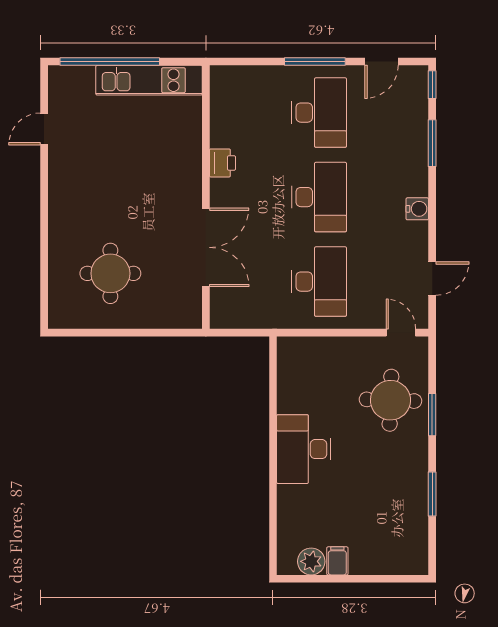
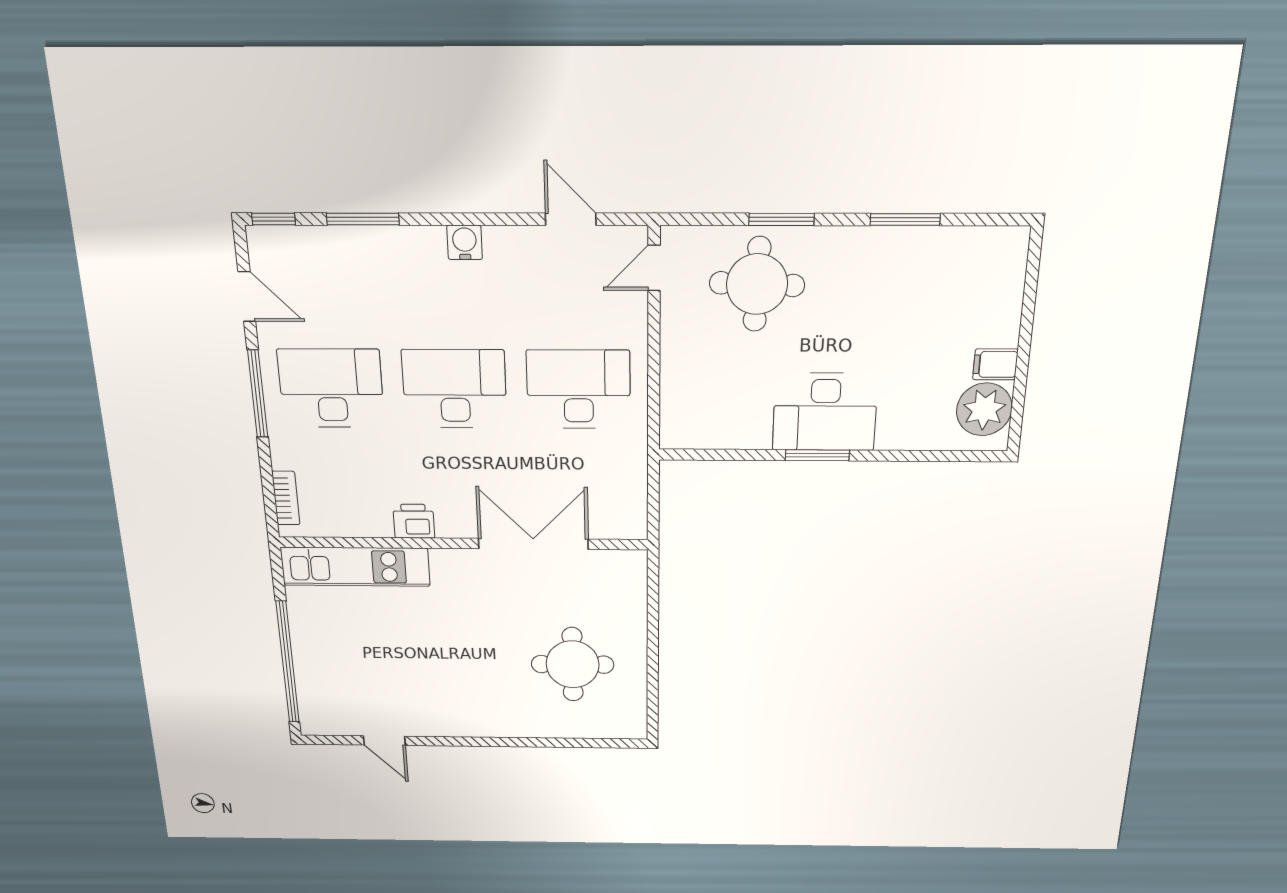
bookcase: (239, 73) -> (286, 498), added
kitchen unit: (149, 80) -> (355, 567), moved, turned 90
window: (273, 445) -> (817, 455), added
plant: (311, 561) -> (984, 409), width x1.36, depth x1.36

